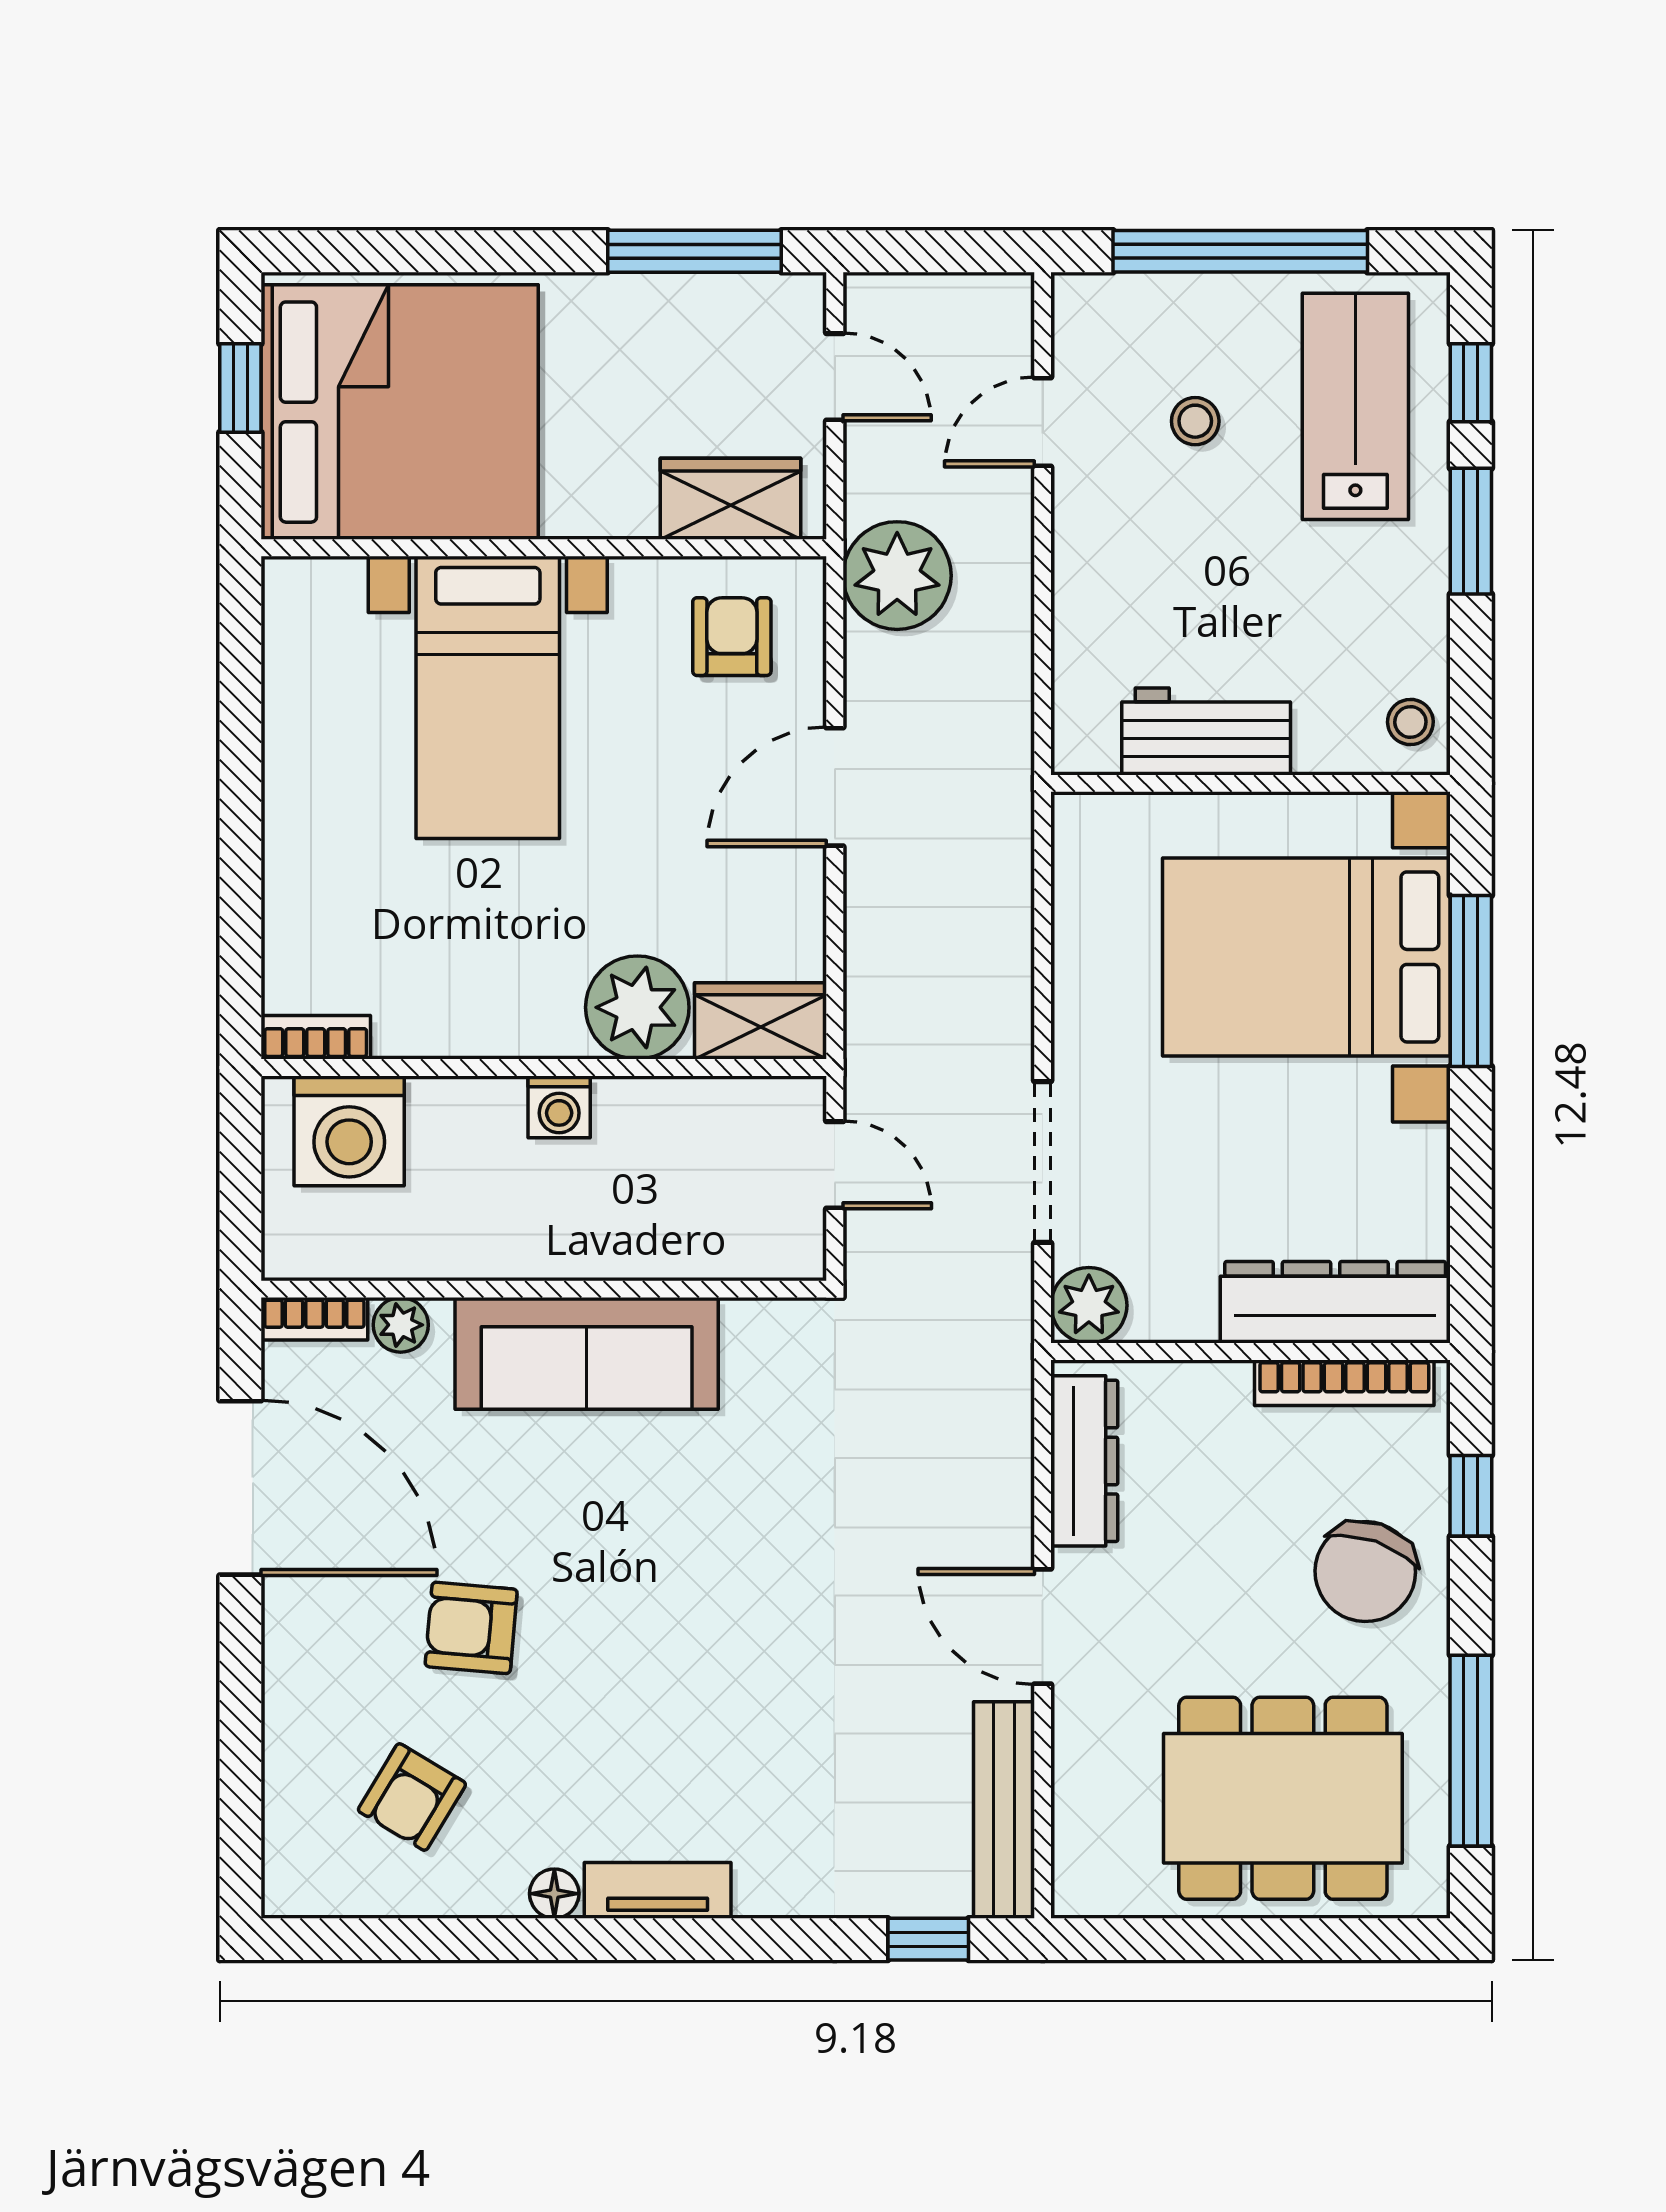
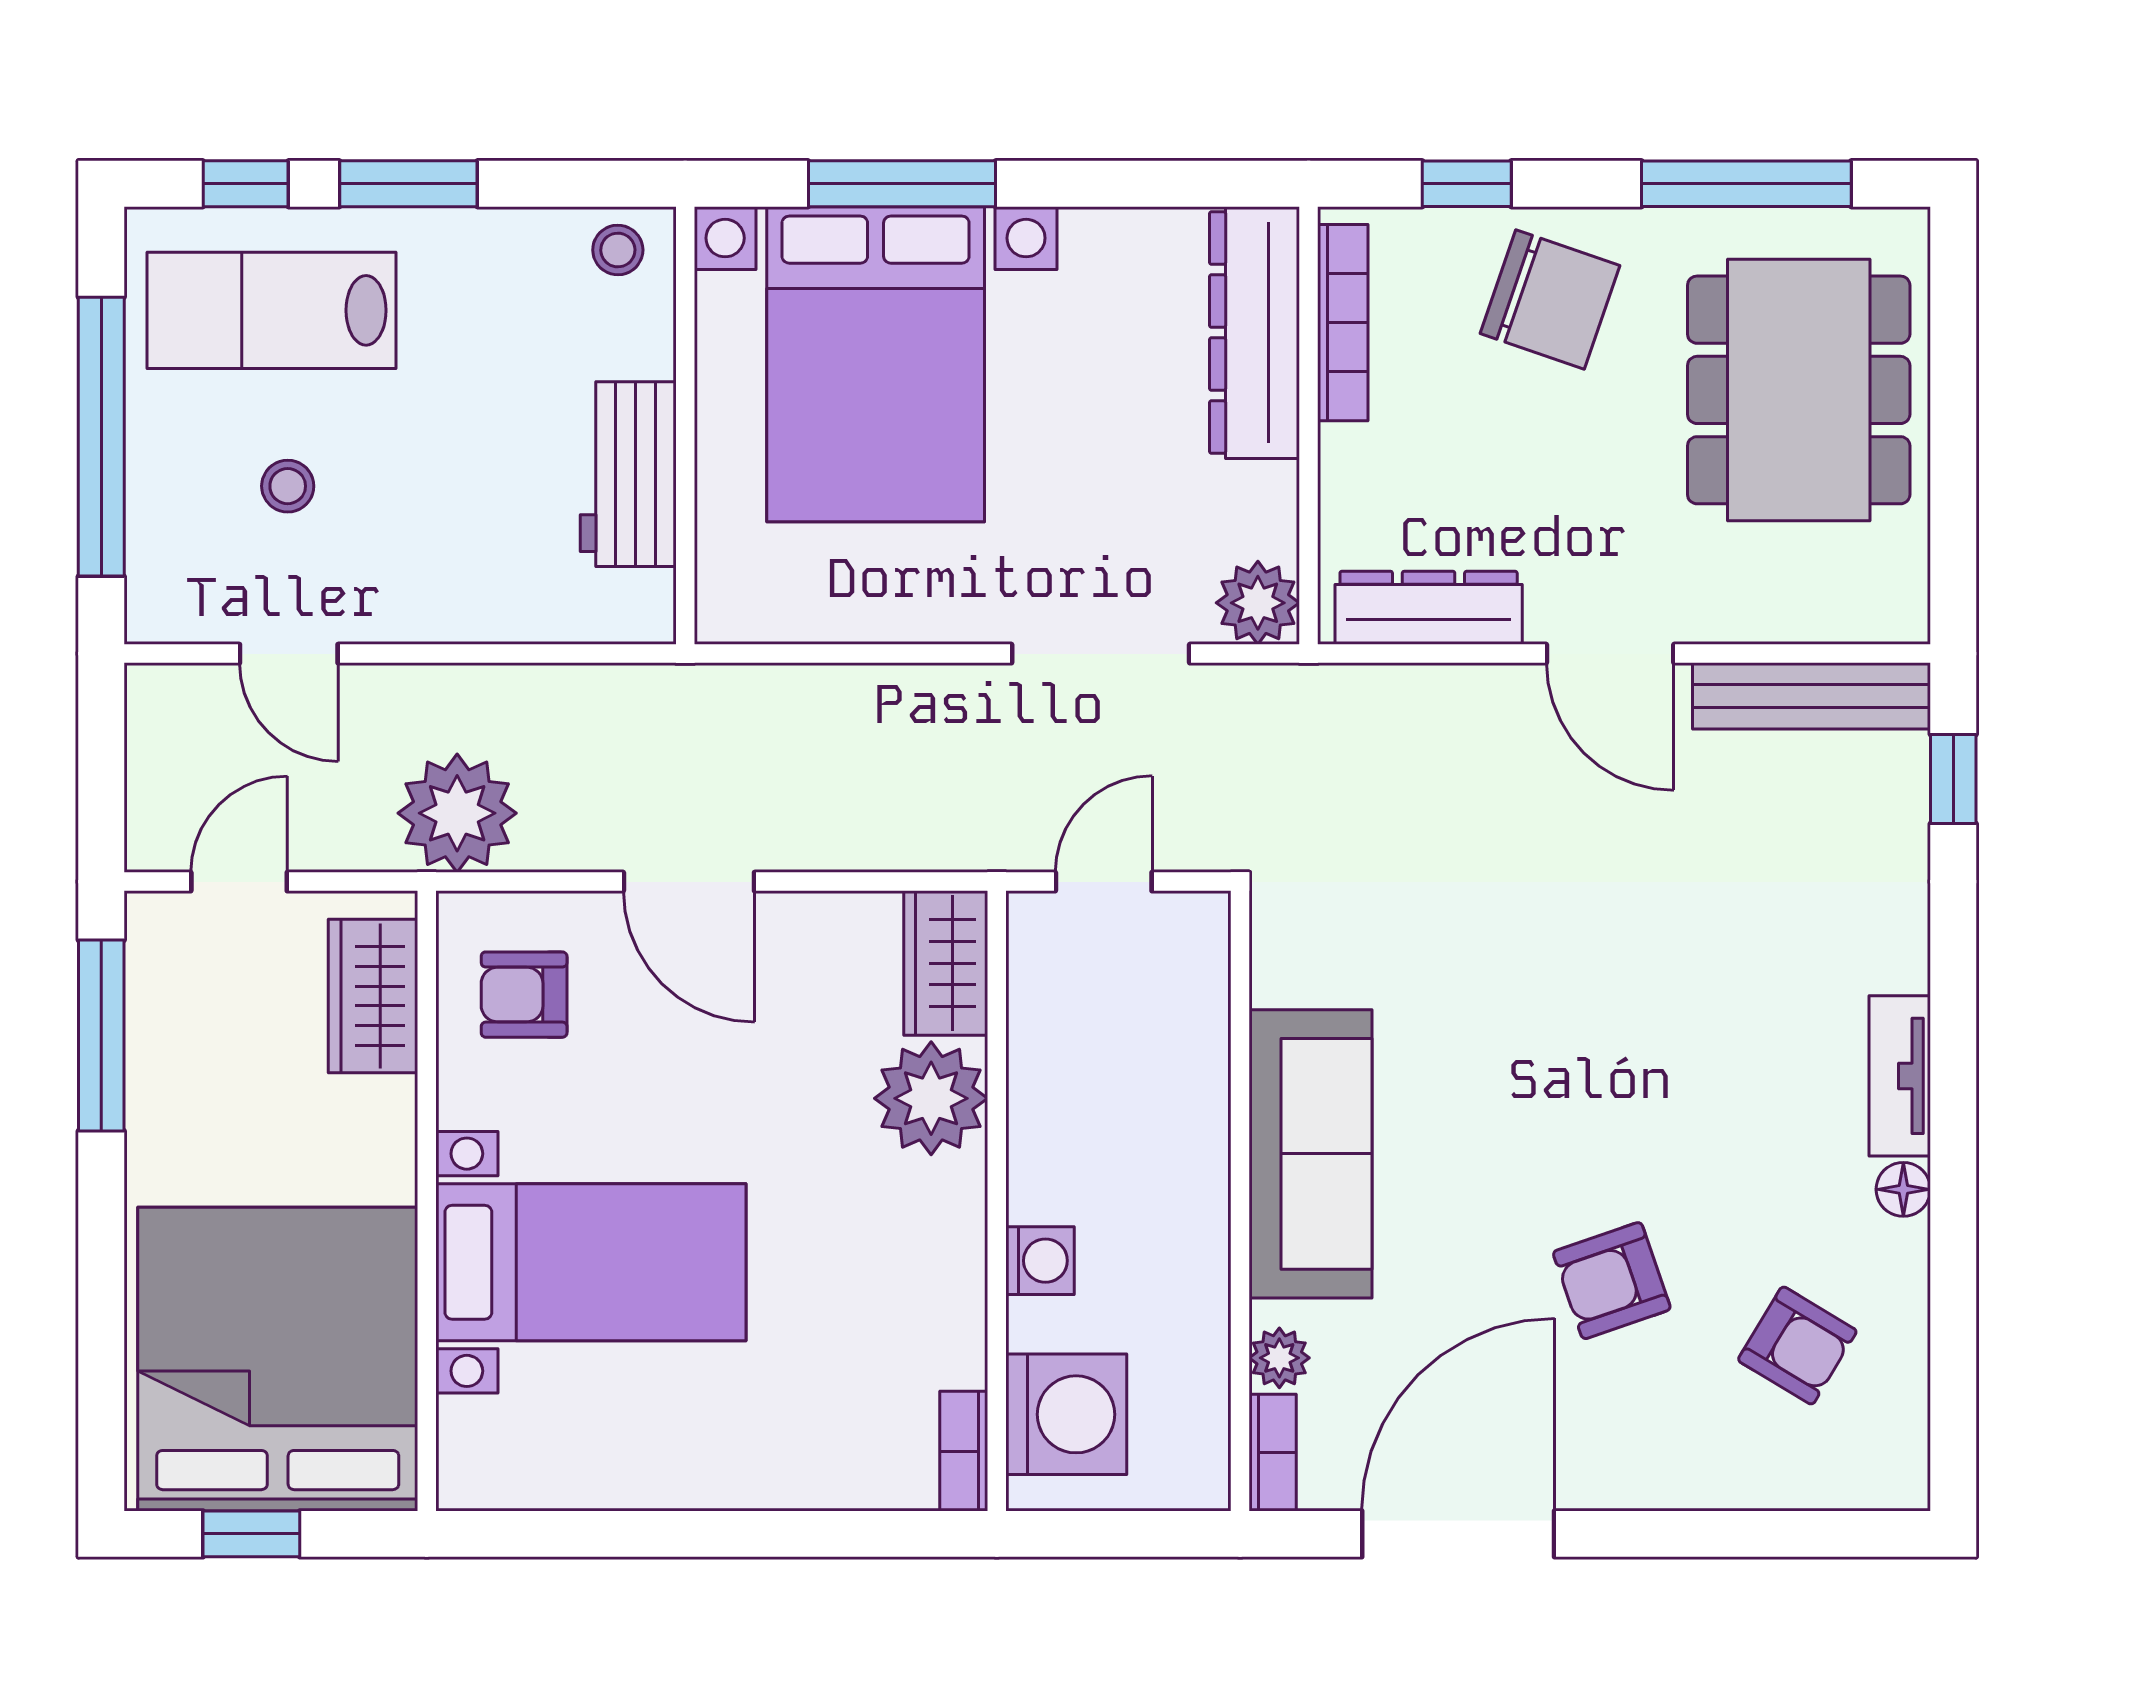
washing machine: (559, 1107) -> (1040, 1261), moved
door: (1043, 1626) -> (1610, 654), hinge flipped
armchair: (471, 1628) -> (1612, 1281), turned 66

